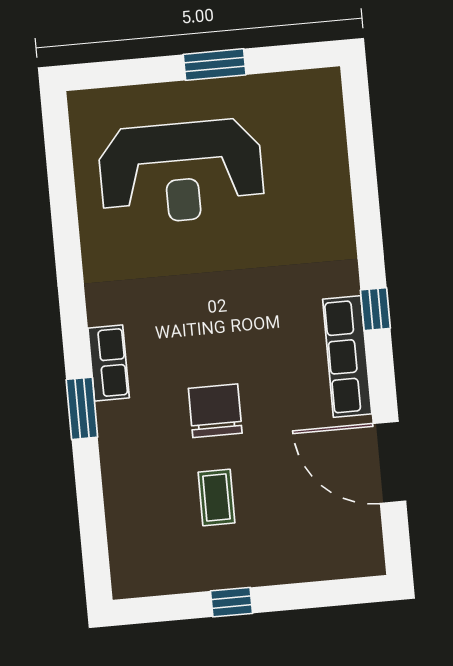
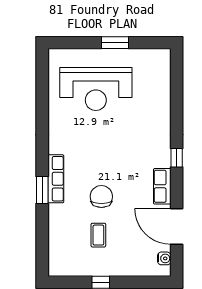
row of seats: (347, 356) -> (162, 186), width x0.68
row of seats: (109, 363) -> (56, 179), width x1.48
water cooler: (368, 536) -> (164, 258), added

